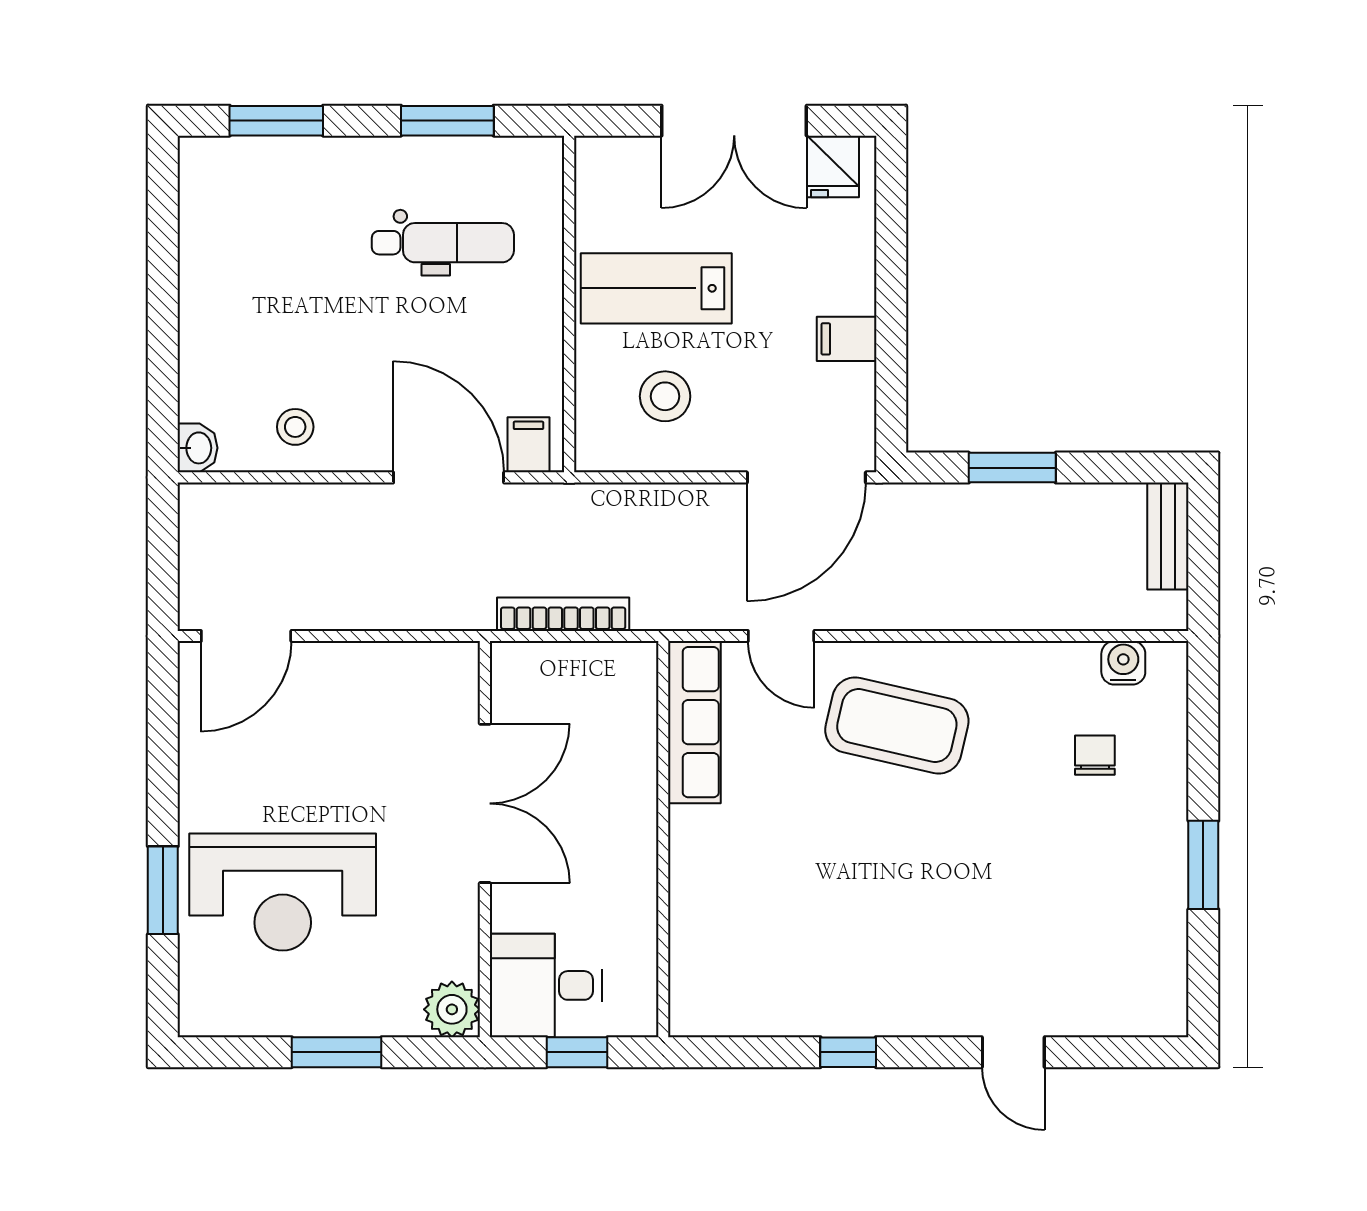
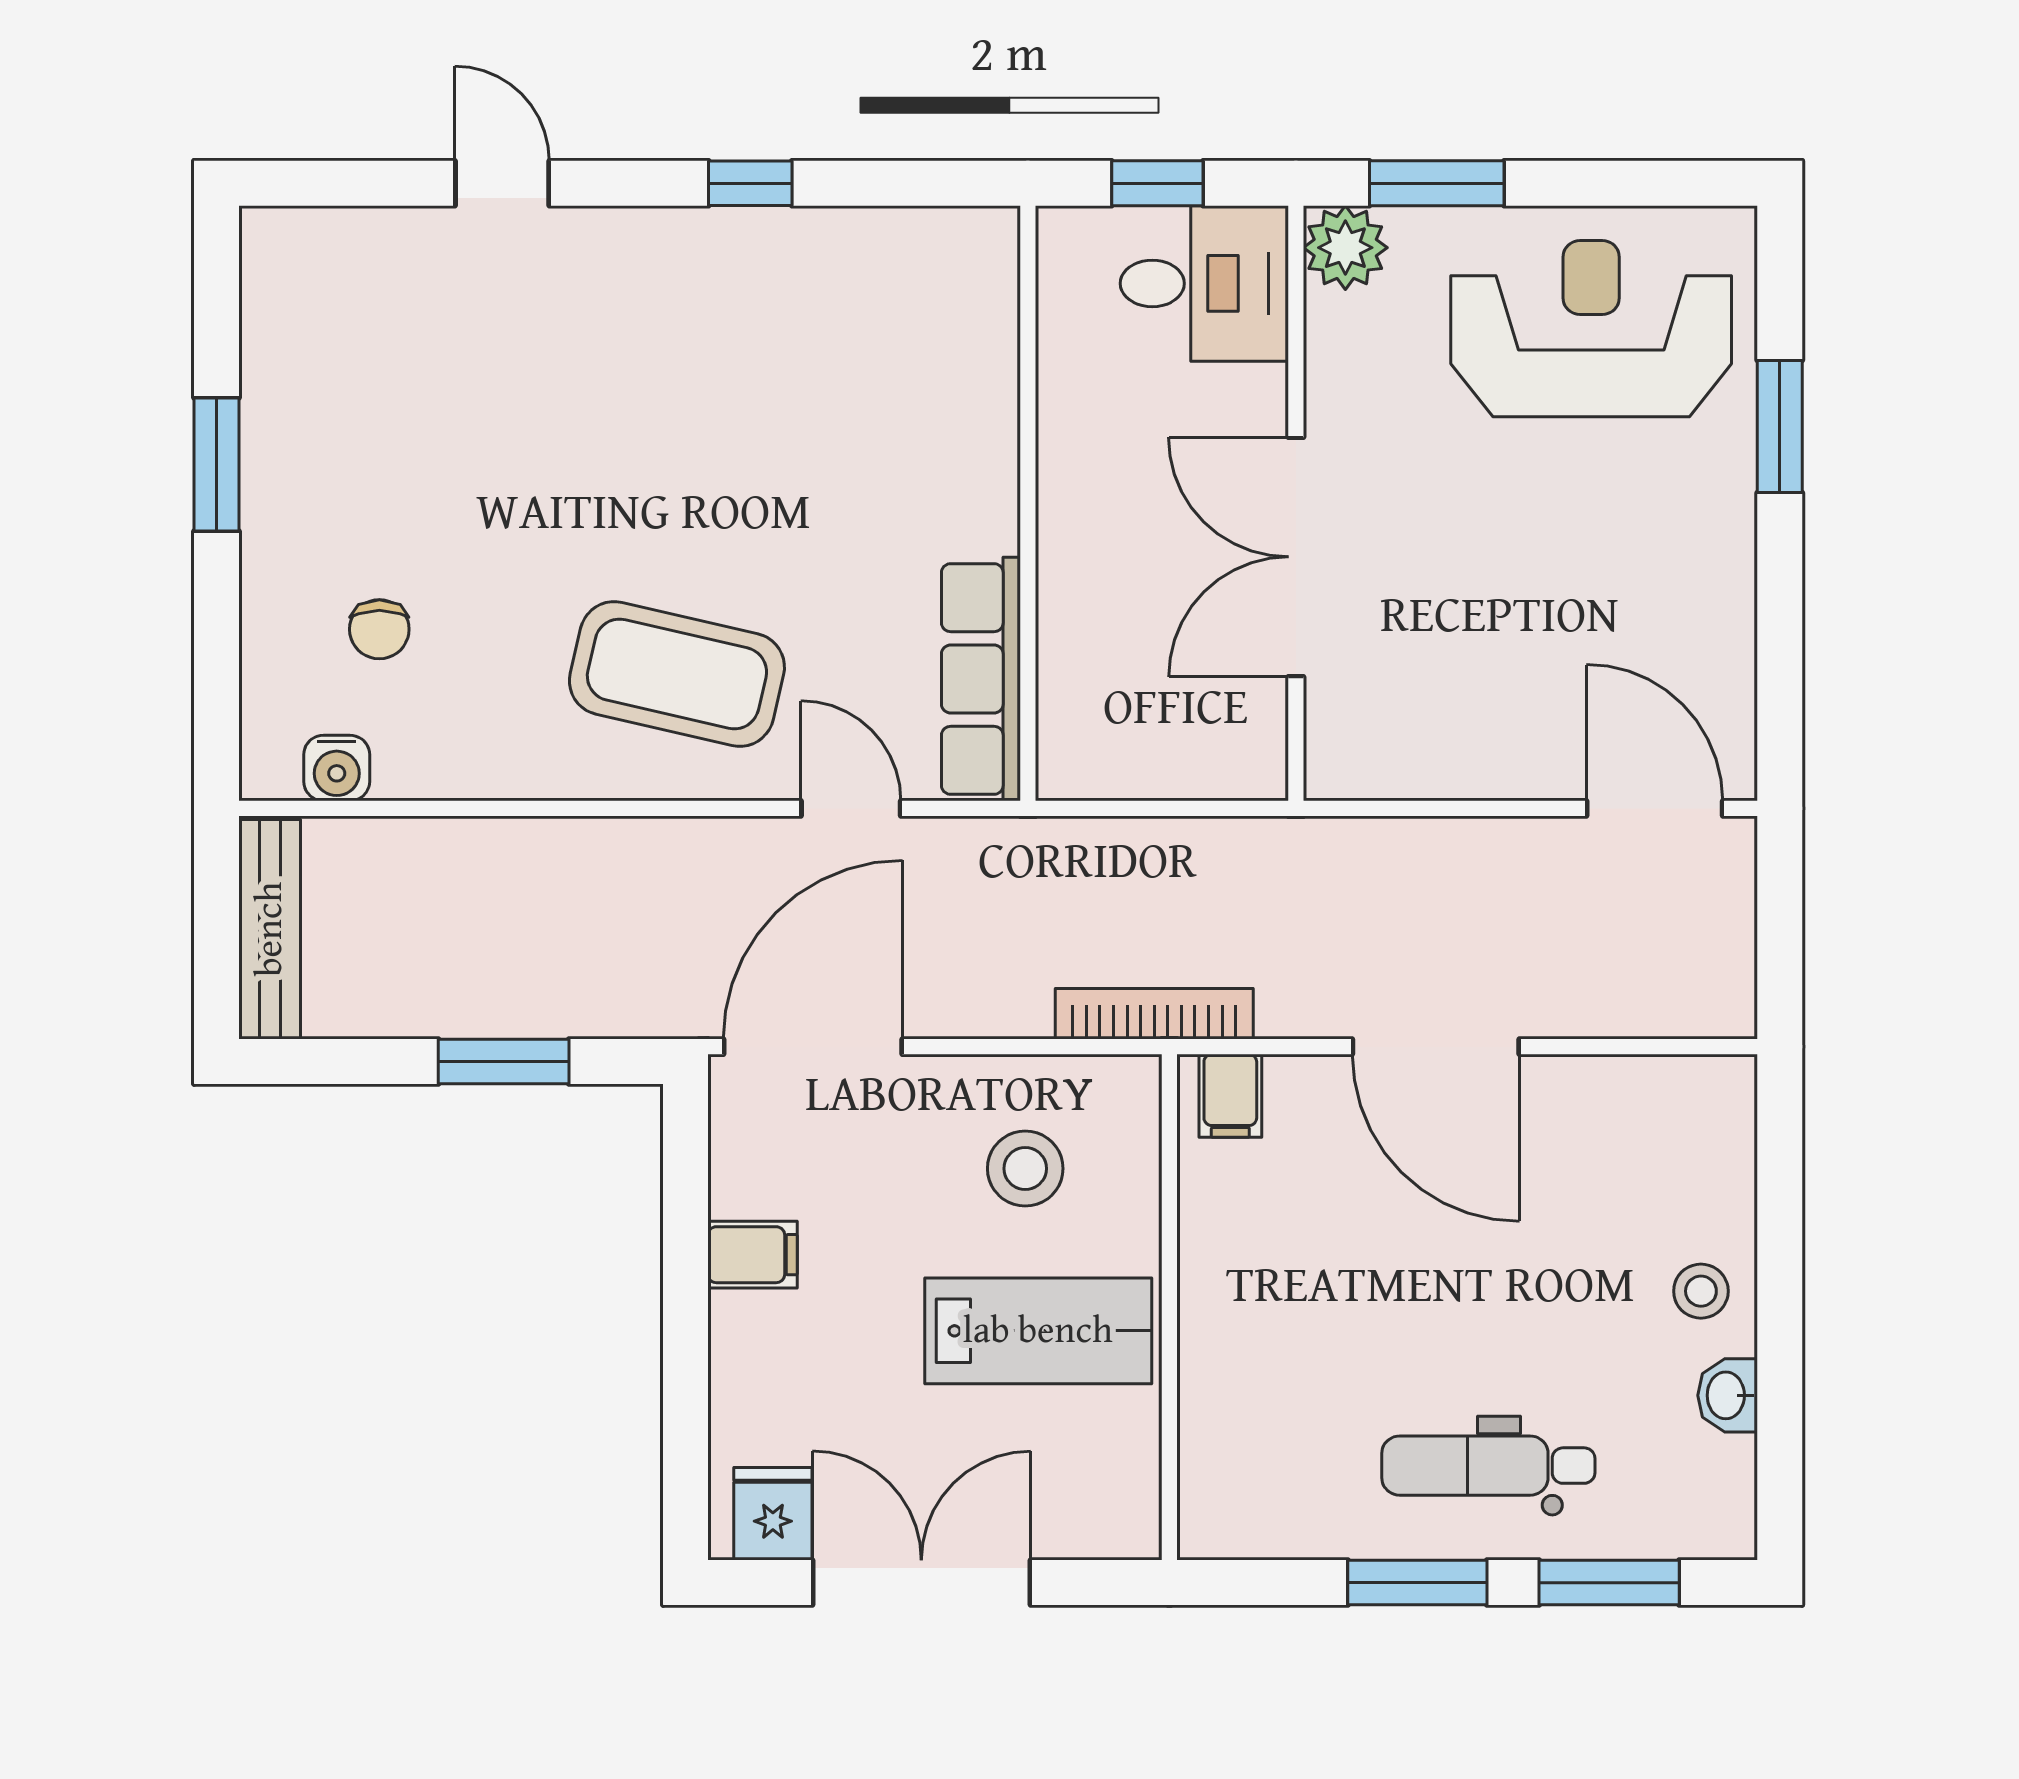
window: (447, 121) -> (1417, 1583), moved
dental chair: (443, 243) -> (1488, 1466), moved
stool: (295, 427) -> (1701, 1291), moved
washbasin: (198, 448) -> (1728, 1395), moved
door: (449, 477) -> (1436, 1047), moved
bench: (1168, 536) -> (270, 929), width x1.36
bookcase: (563, 614) -> (1154, 1014), moved, turned 180
door: (246, 636) -> (1655, 808), hinge flipped
reception desk: (283, 892) -> (1591, 329), moved
window: (337, 1052) -> (1437, 183), moved

